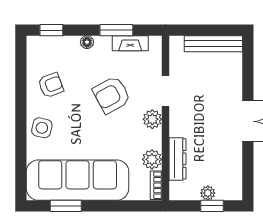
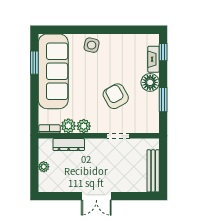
floor lamp: (87, 42) -> (150, 82), width x1.89, depth x1.89
fireplace: (130, 43) -> (153, 59), moved
armchair: (51, 85) -> (123, 52), removed
plant: (152, 119) -> (84, 126), moved
window: (212, 206) -> (34, 170), removed

